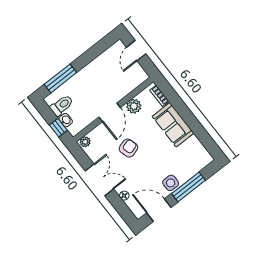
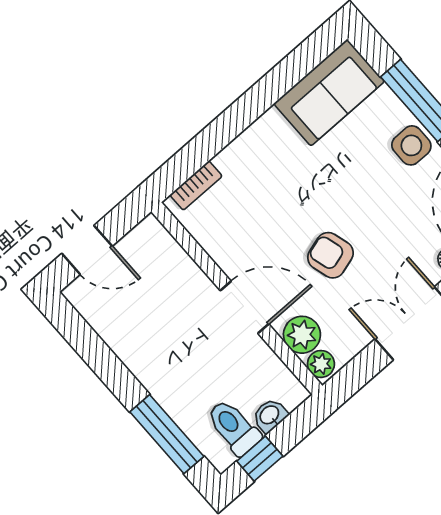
plant: (134, 106) -> (302, 335), moved
sofa: (173, 125) -> (329, 93), moved
window: (58, 128) -> (260, 459), moved

